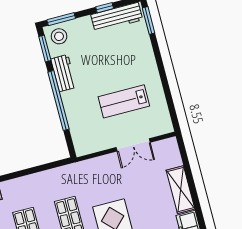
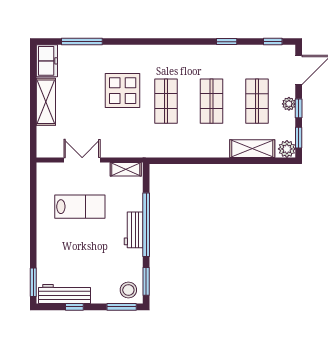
workbench: (64, 73) -> (134, 230), moved
shelving: (91, 147) -> (126, 169), added

